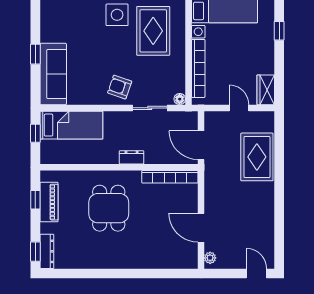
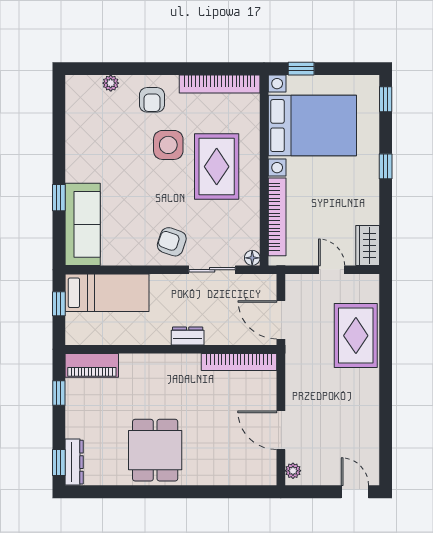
piano: (49, 202) -> (92, 365), moved, turned 90
dining table: (109, 208) -> (155, 450), moved

